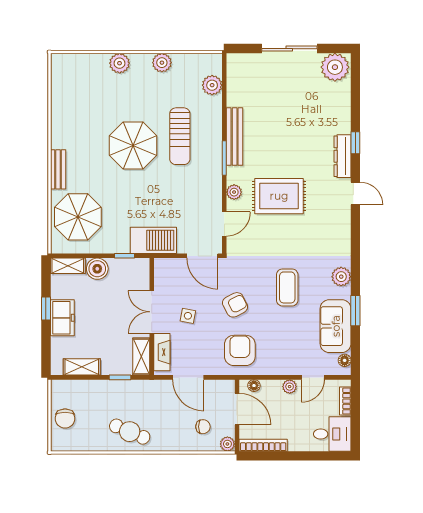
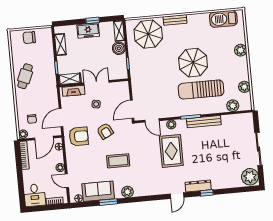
plant: (162, 63) -> (244, 87), moved
sun lounger: (180, 136) -> (201, 90), width x1.36, depth x1.34
barbecue: (153, 240) -> (223, 19), moved, turned 90
door: (188, 377) -> (61, 118), moved

